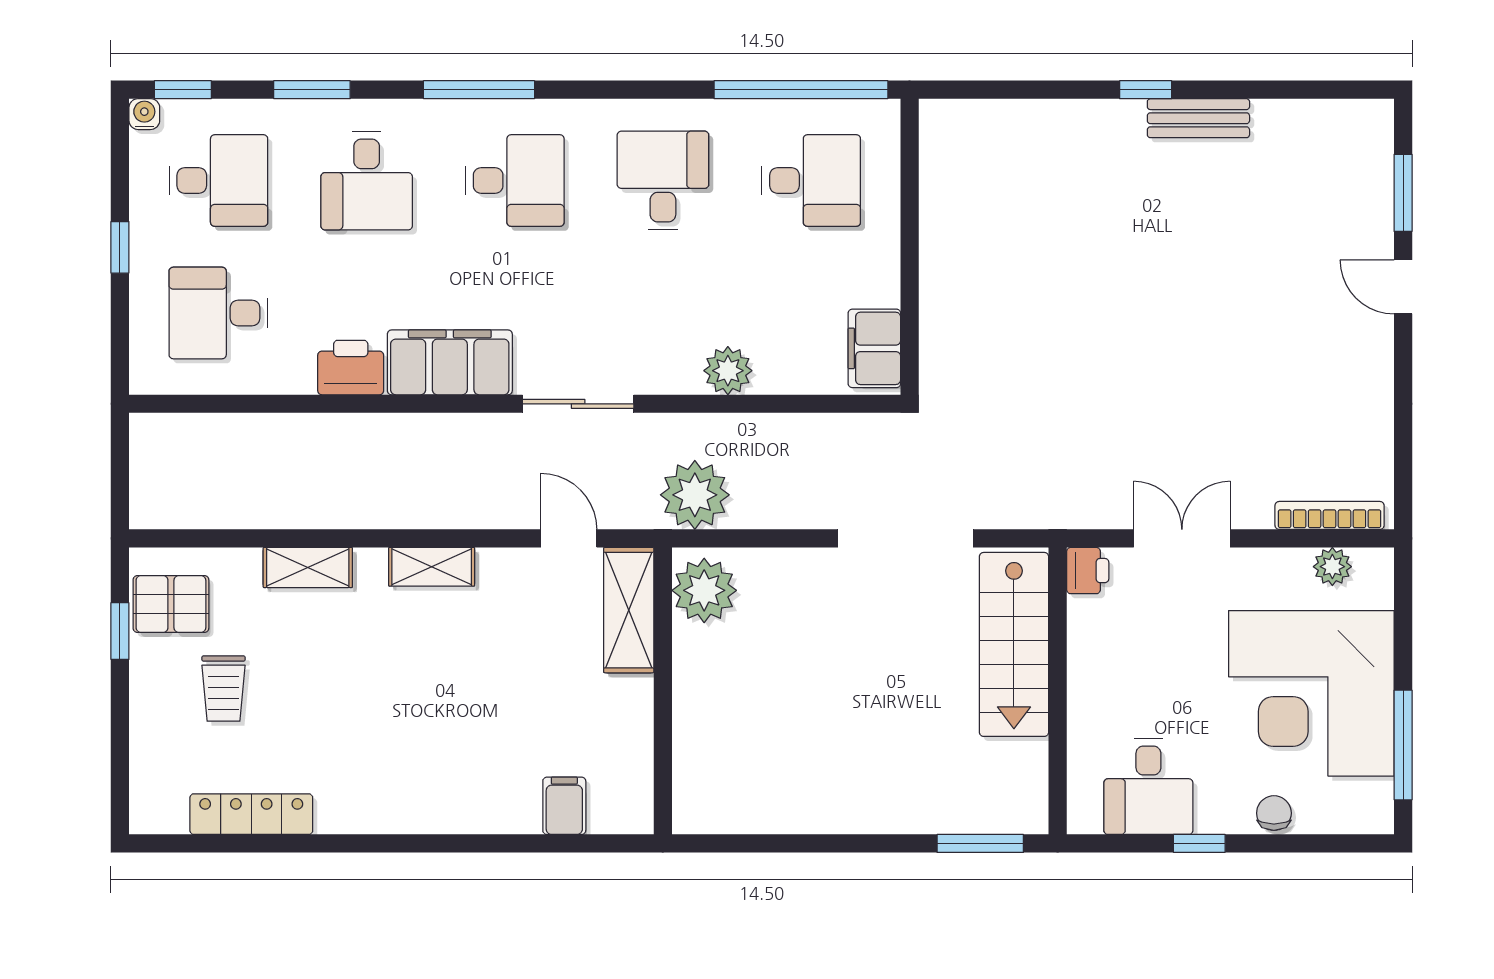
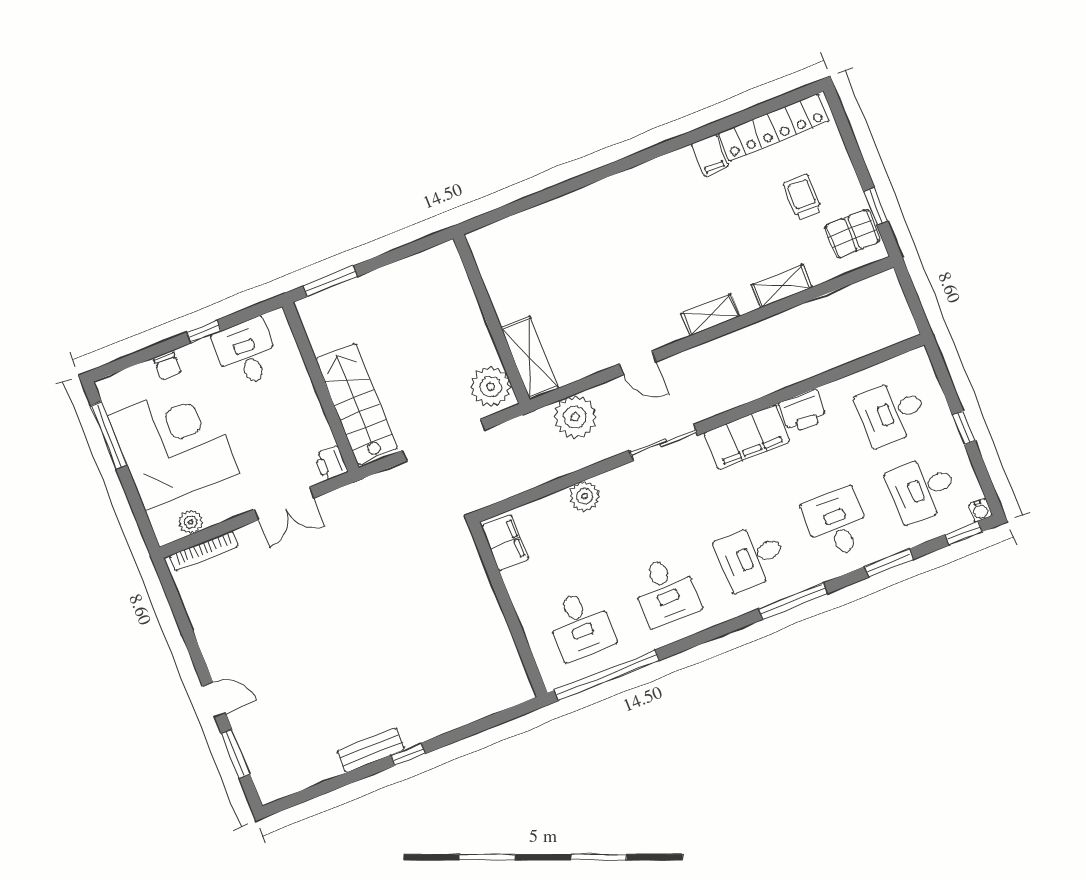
desk: (811, 180) -> (580, 625), turned -90
desk: (218, 313) -> (892, 412), turned 180
plant: (704, 590) -> (491, 387), moved
shelving: (629, 610) -> (530, 358), moved
wall: (663, 691) -> (492, 319), moved
filing cabinet: (564, 806) -> (710, 155), moved
locker: (251, 814) -> (773, 127), width x1.41, depth x1.21

